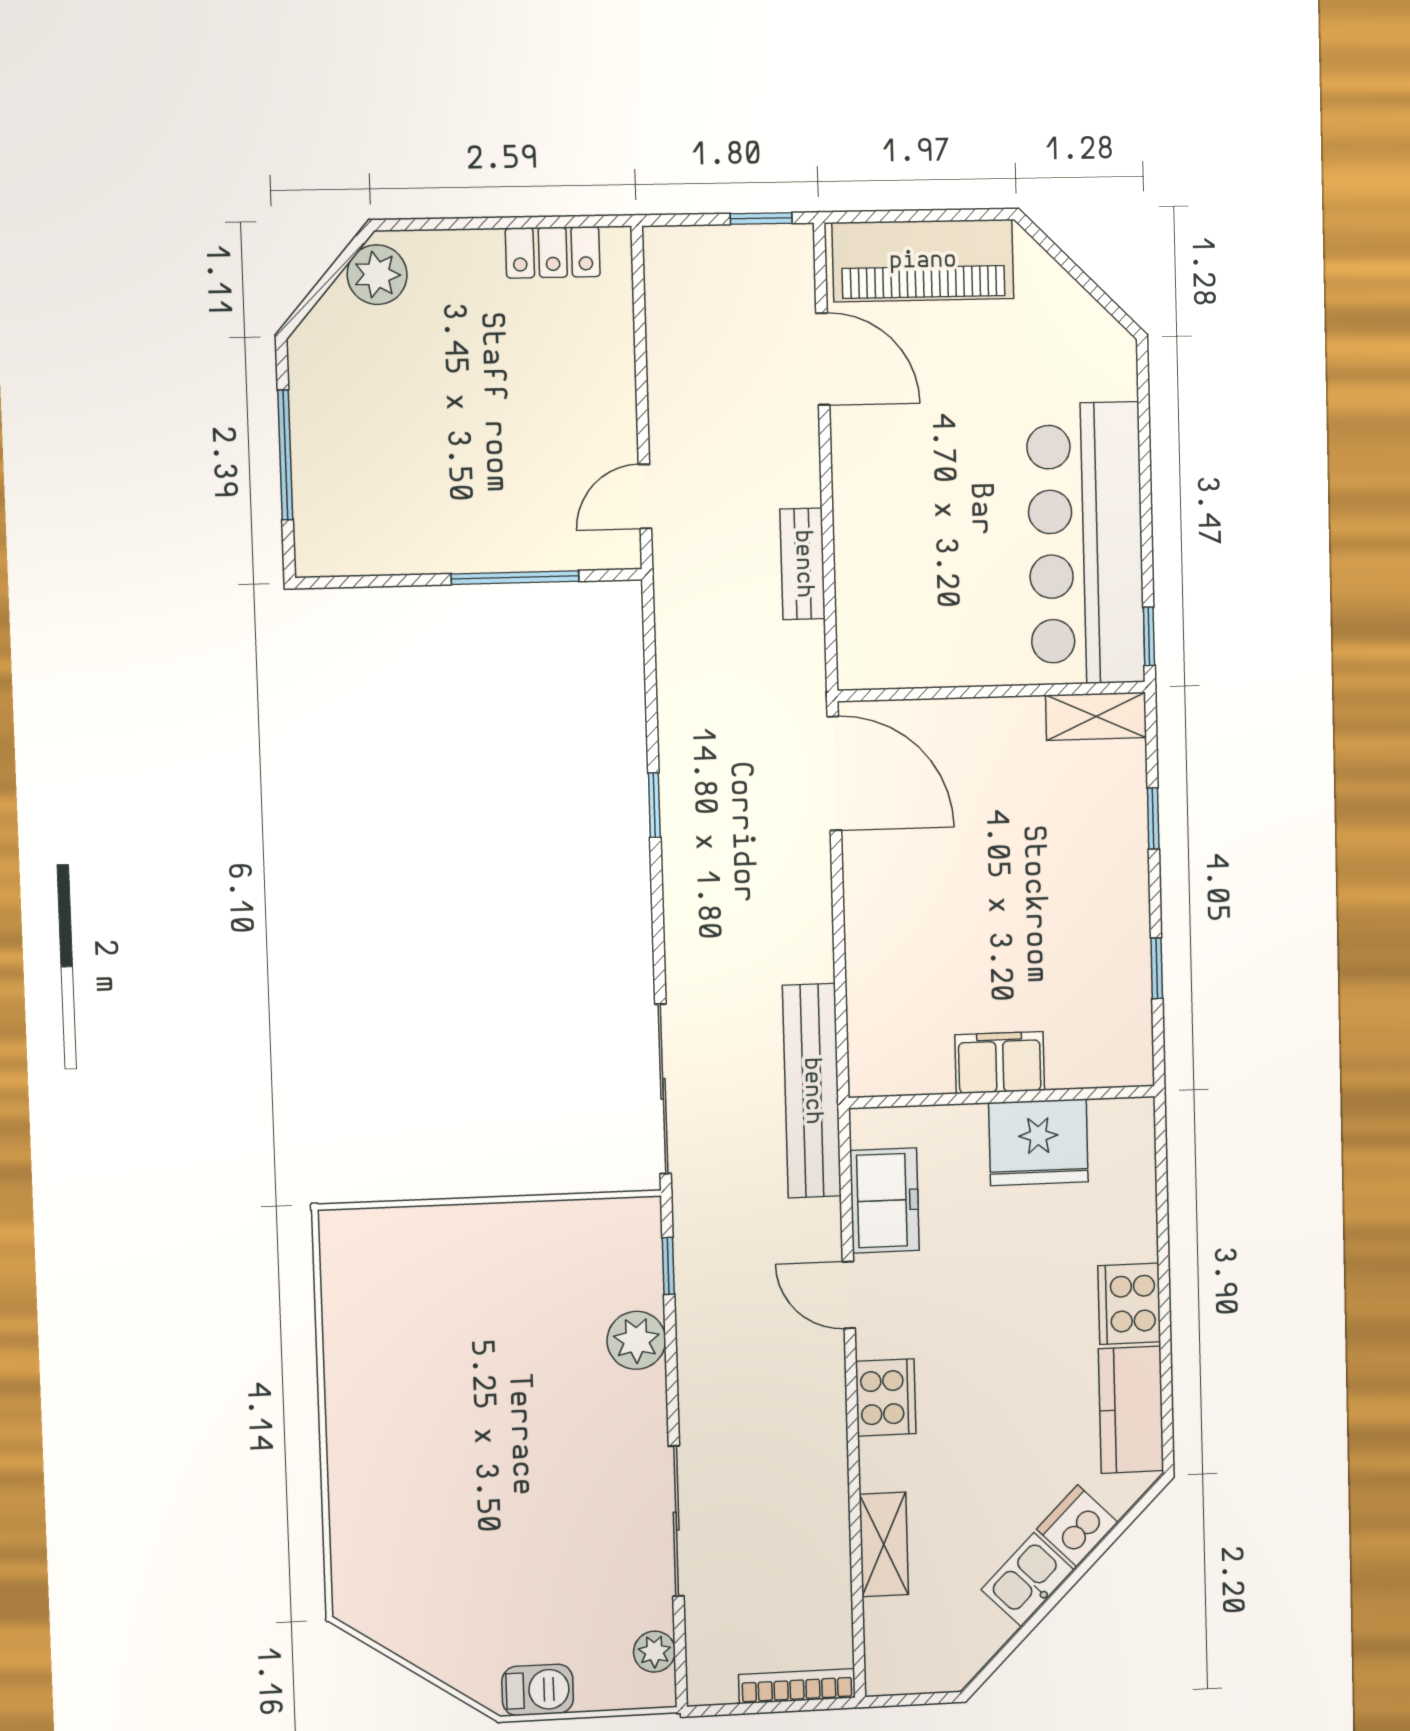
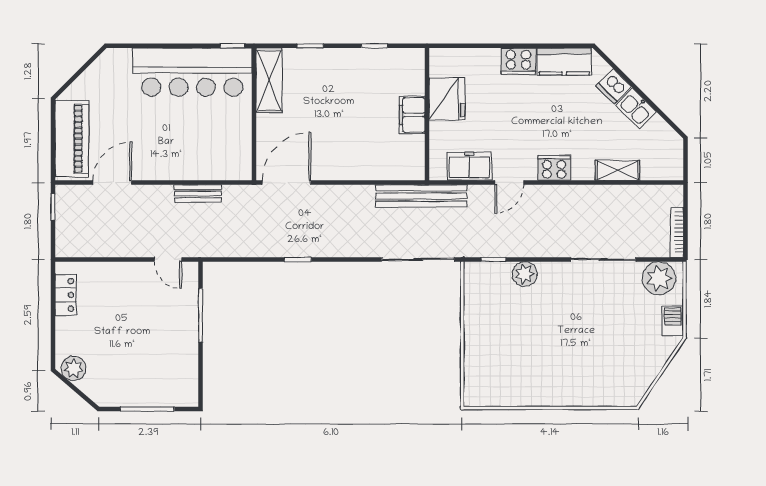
shelving: (1096, 716) -> (269, 80), width x1.50, depth x1.33
plant: (654, 1652) -> (659, 278), width x1.88, depth x1.88
bookcase: (797, 1686) -> (677, 232), moved

